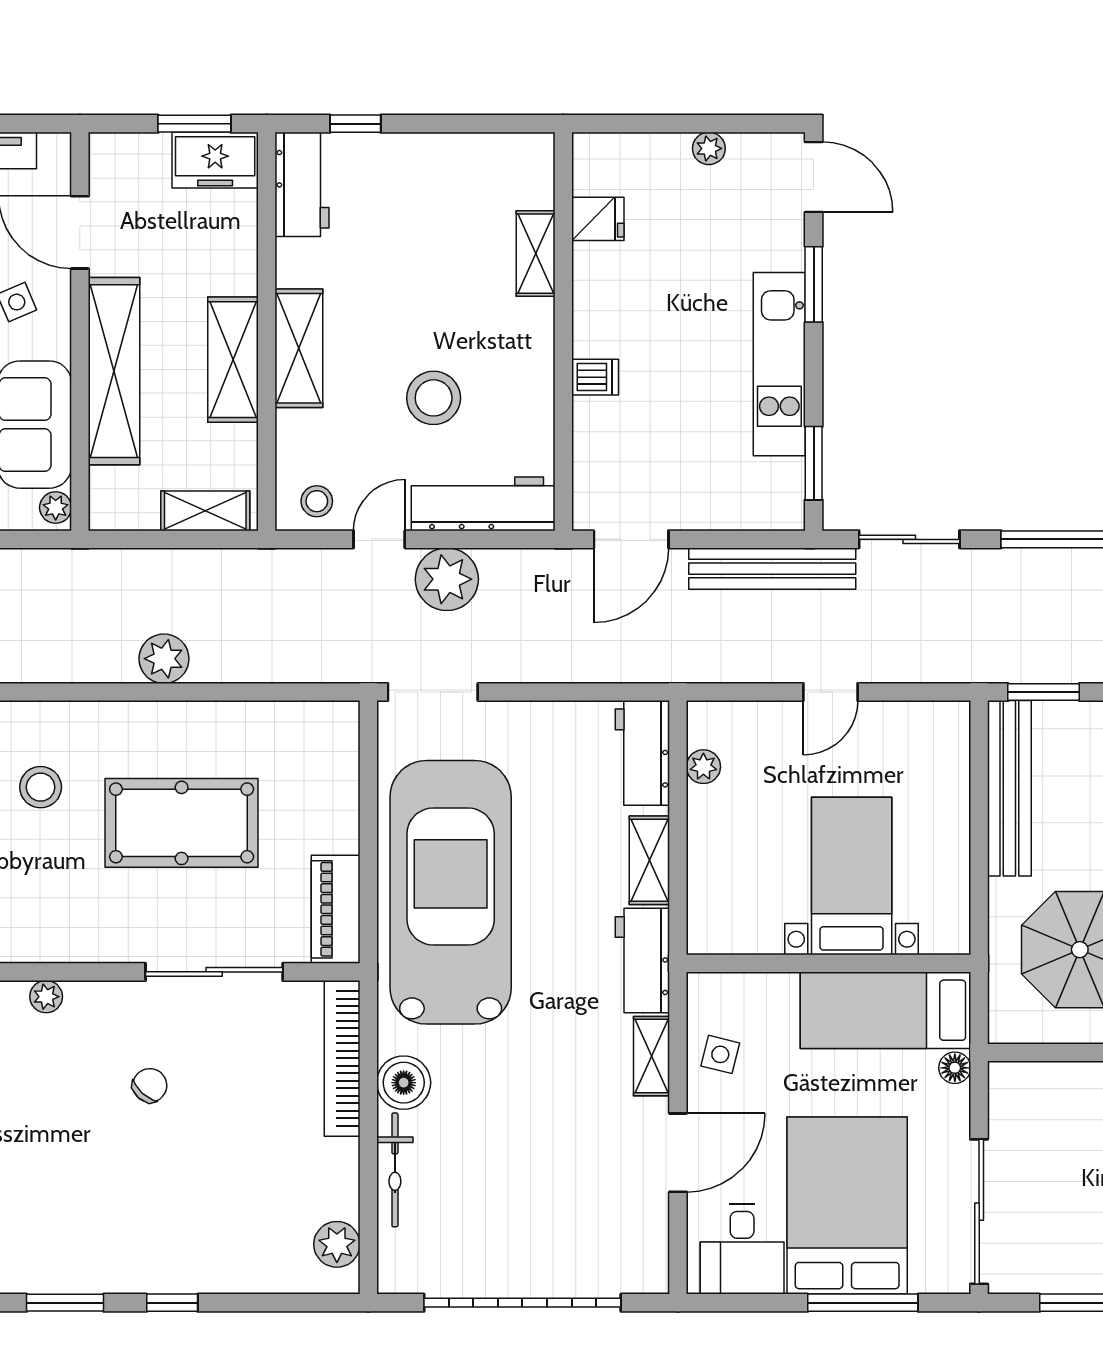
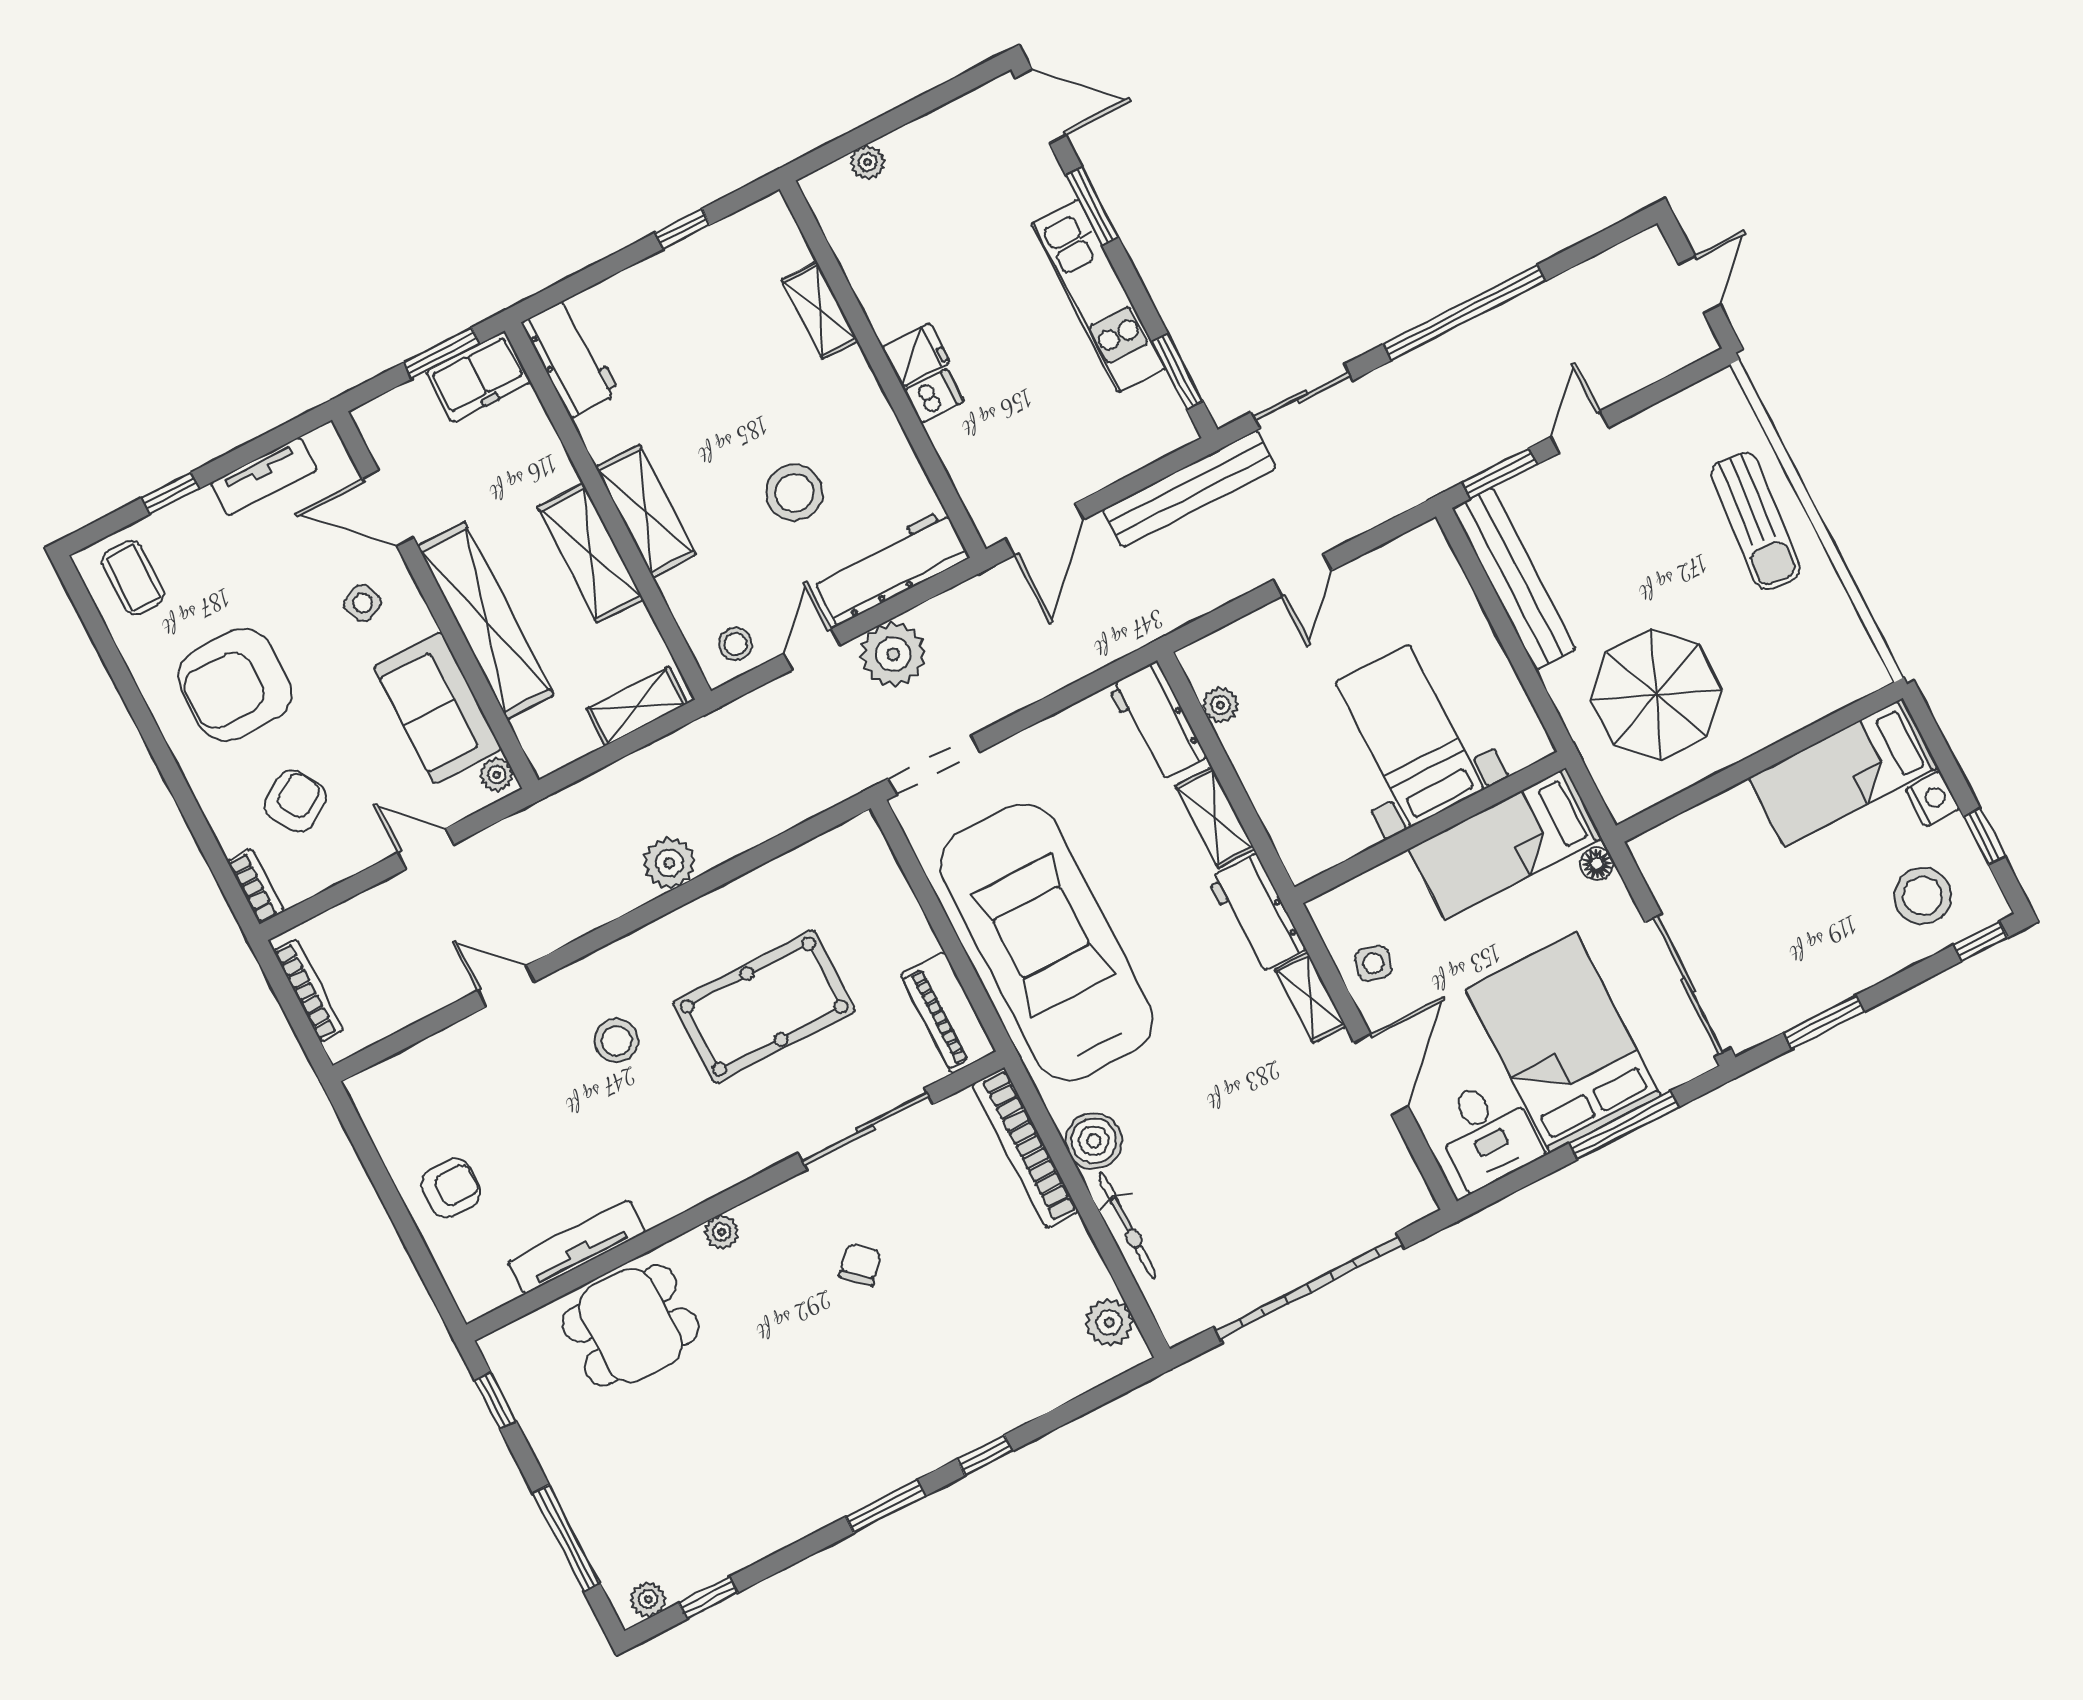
window: (355, 124) -> (683, 229), moved
plant: (709, 148) -> (868, 162), moved
fridge: (598, 219) -> (916, 355), moved

